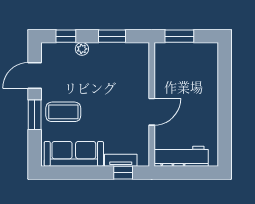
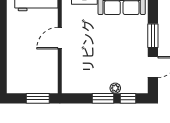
window: (112, 36) -> (103, 98), moved
coffee table: (63, 112) -> (130, 38), removed

